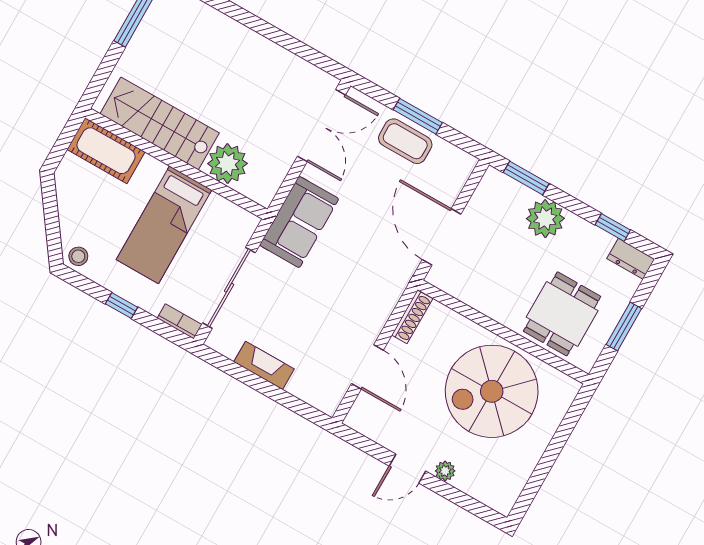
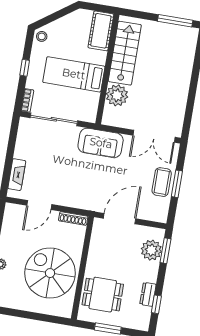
plant: (545, 219) -> (151, 250), moved
dresser: (631, 259) -> (148, 294), moved
fireplace: (264, 365) -> (17, 175), moved

